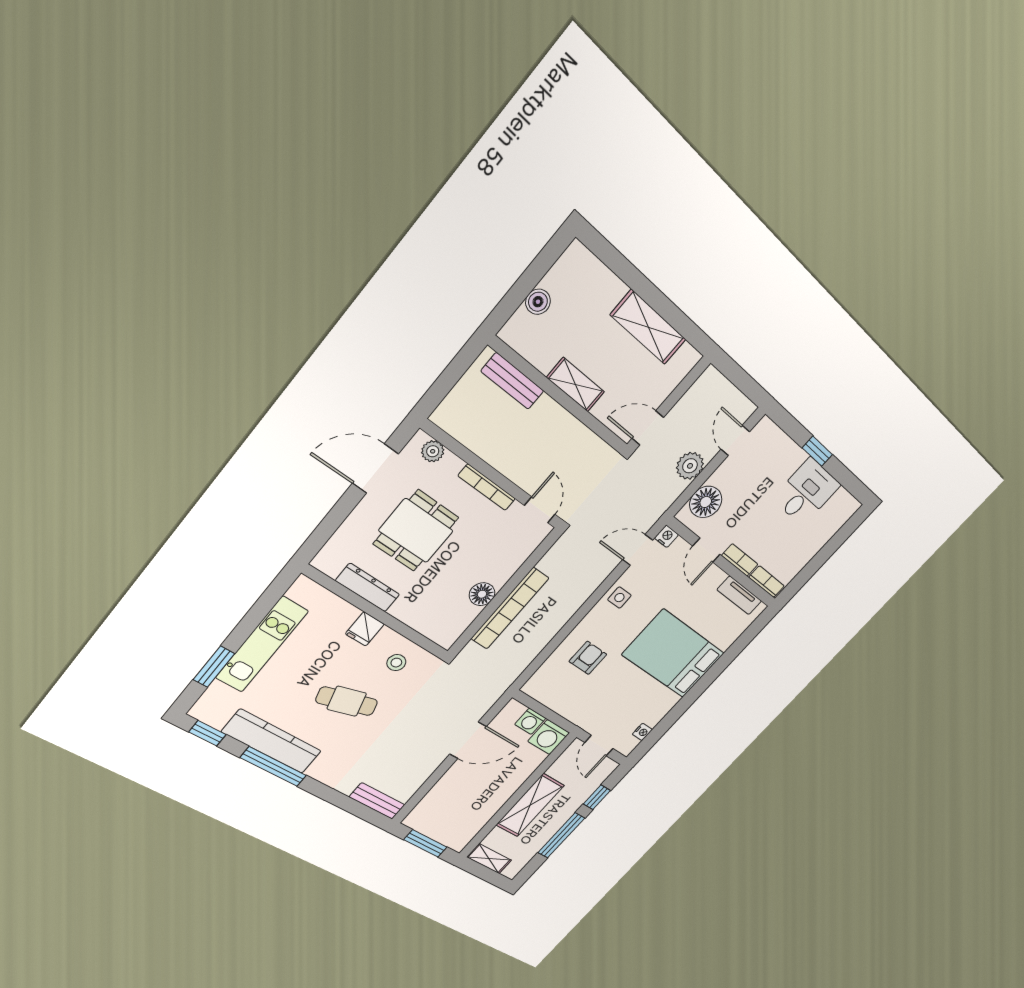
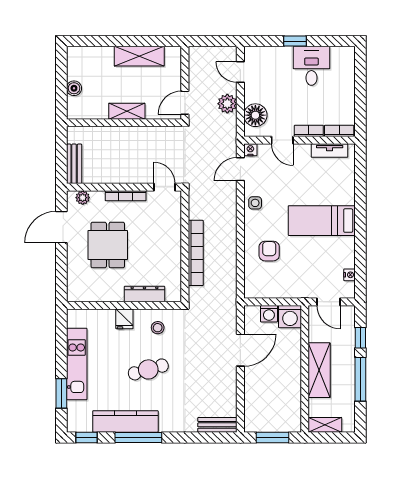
bench: (512, 381) -> (74, 164), moved, turned 90
dresser: (368, 588) -> (144, 294), moved
floor lamp: (482, 594) -> (173, 255), removed
bed: (673, 654) -> (322, 221), width x0.67

